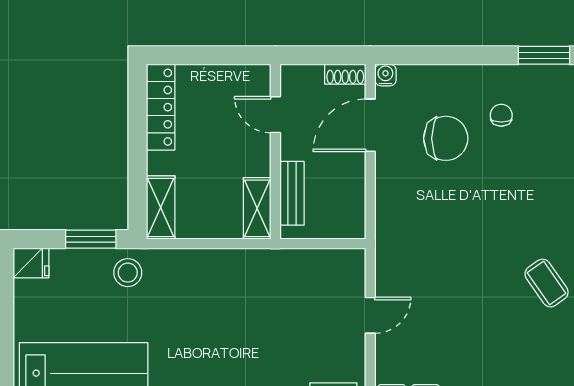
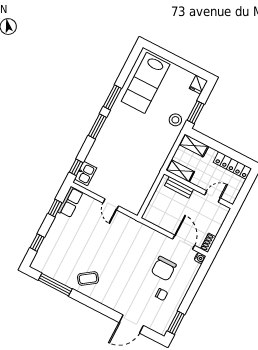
door: (275, 115) -> (213, 197), moved
wall: (275, 152) -> (198, 189), moved
bench: (292, 193) -> (179, 187), moved
shelving: (257, 208) -> (180, 171), moved

